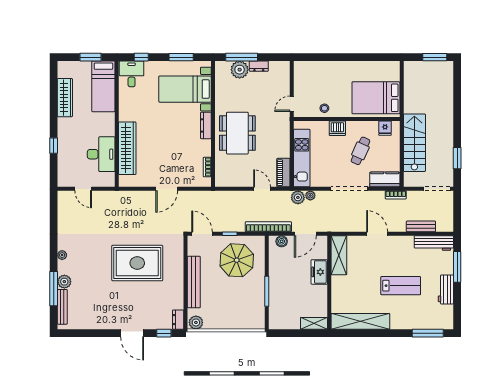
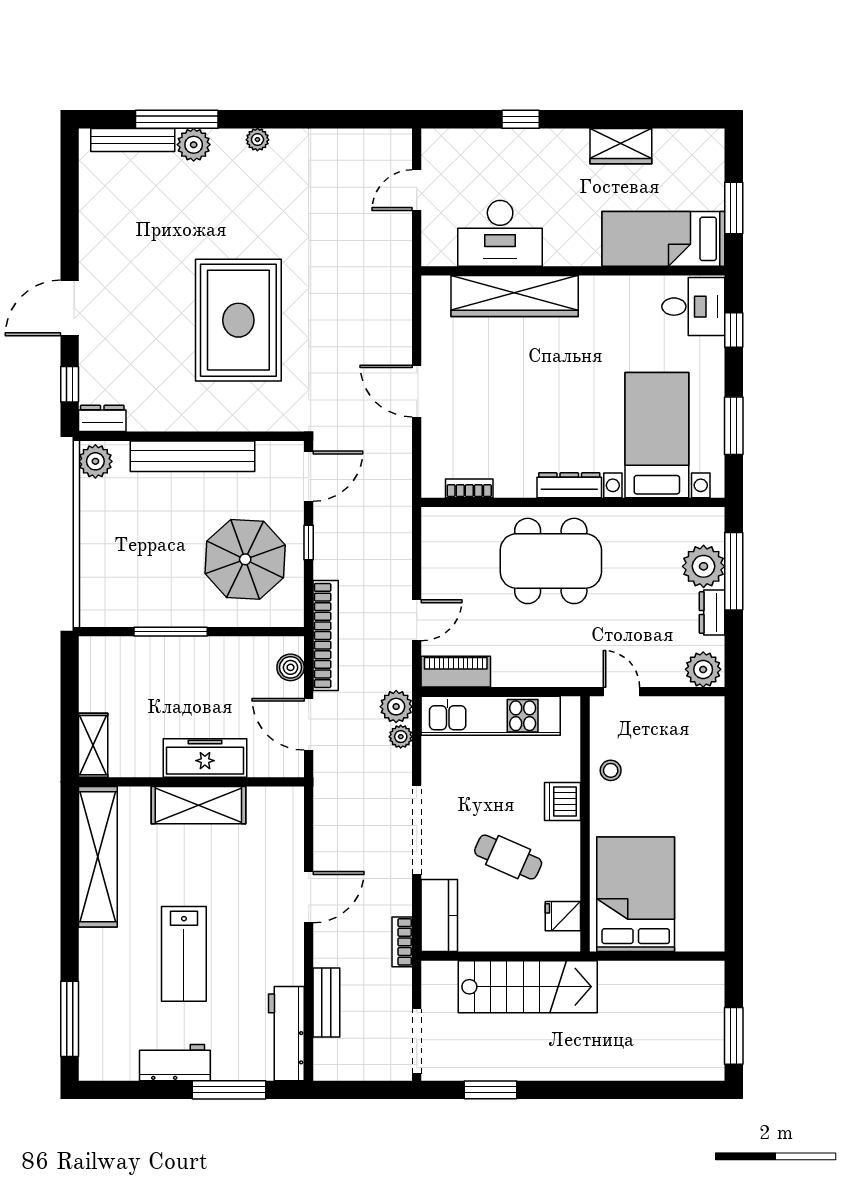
plant: (282, 70) -> (703, 669), added
wardrobe: (65, 98) -> (621, 146), width x0.67
shelving: (339, 255) -> (198, 805), moved
freezer: (319, 272) -> (205, 758), width x1.40

